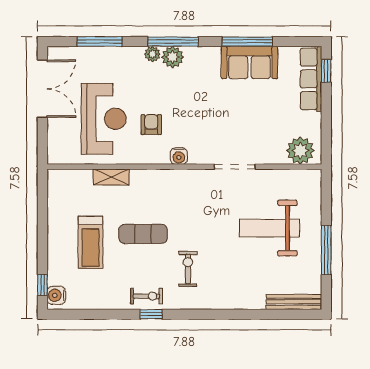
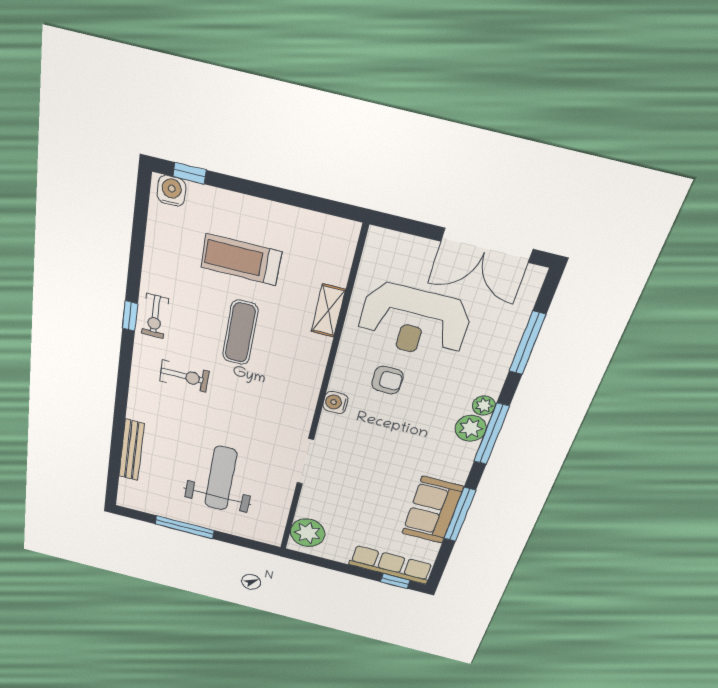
bench: (294, 302) -> (132, 450), moved

